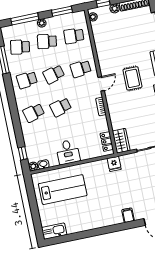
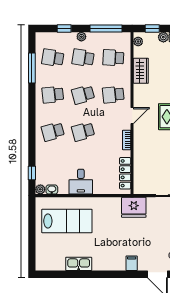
window: (62, 11) -> (106, 29), width x1.44
window: (25, 19) -> (64, 29), width x0.46
locker: (107, 141) -> (125, 173), width x1.53
wardrobe: (121, 141) -> (141, 71), moved
fridge: (114, 164) -> (134, 207), width x1.88, depth x1.34
kitchen sink: (54, 231) -> (79, 264), moved

